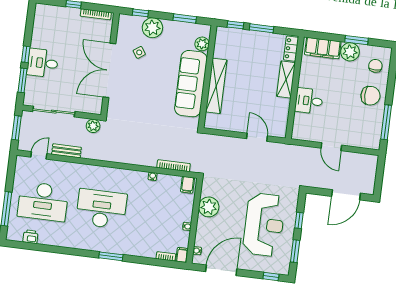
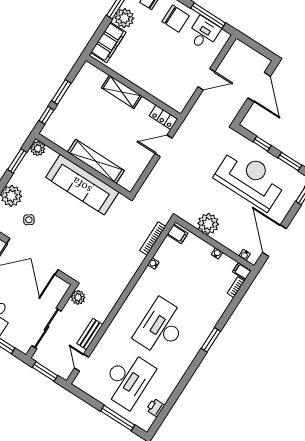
plant: (202, 44) -> (38, 149), moved
locker: (291, 49) -> (164, 117), moved
chair: (370, 96) -> (176, 19), turned 90
desk: (309, 101) -> (204, 33), moved, turned 180

